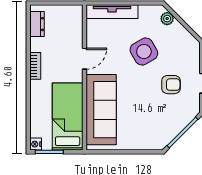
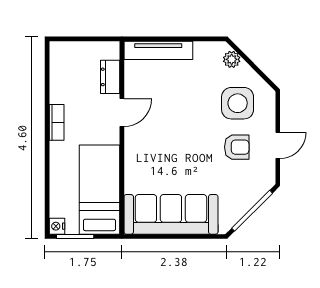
dresser: (37, 24) -> (110, 77), moved, turned 180
side table: (144, 52) -> (238, 103), moved, turned 30
sofa: (101, 110) -> (171, 214), moved, turned -90

